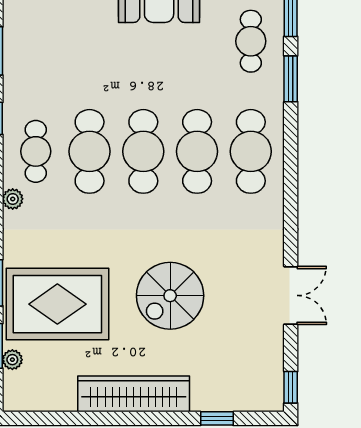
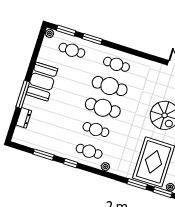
cafe table: (90, 151) -> (96, 129), width x0.73, depth x0.74
cafe table: (251, 151) -> (116, 64), width x0.73, depth x0.74

